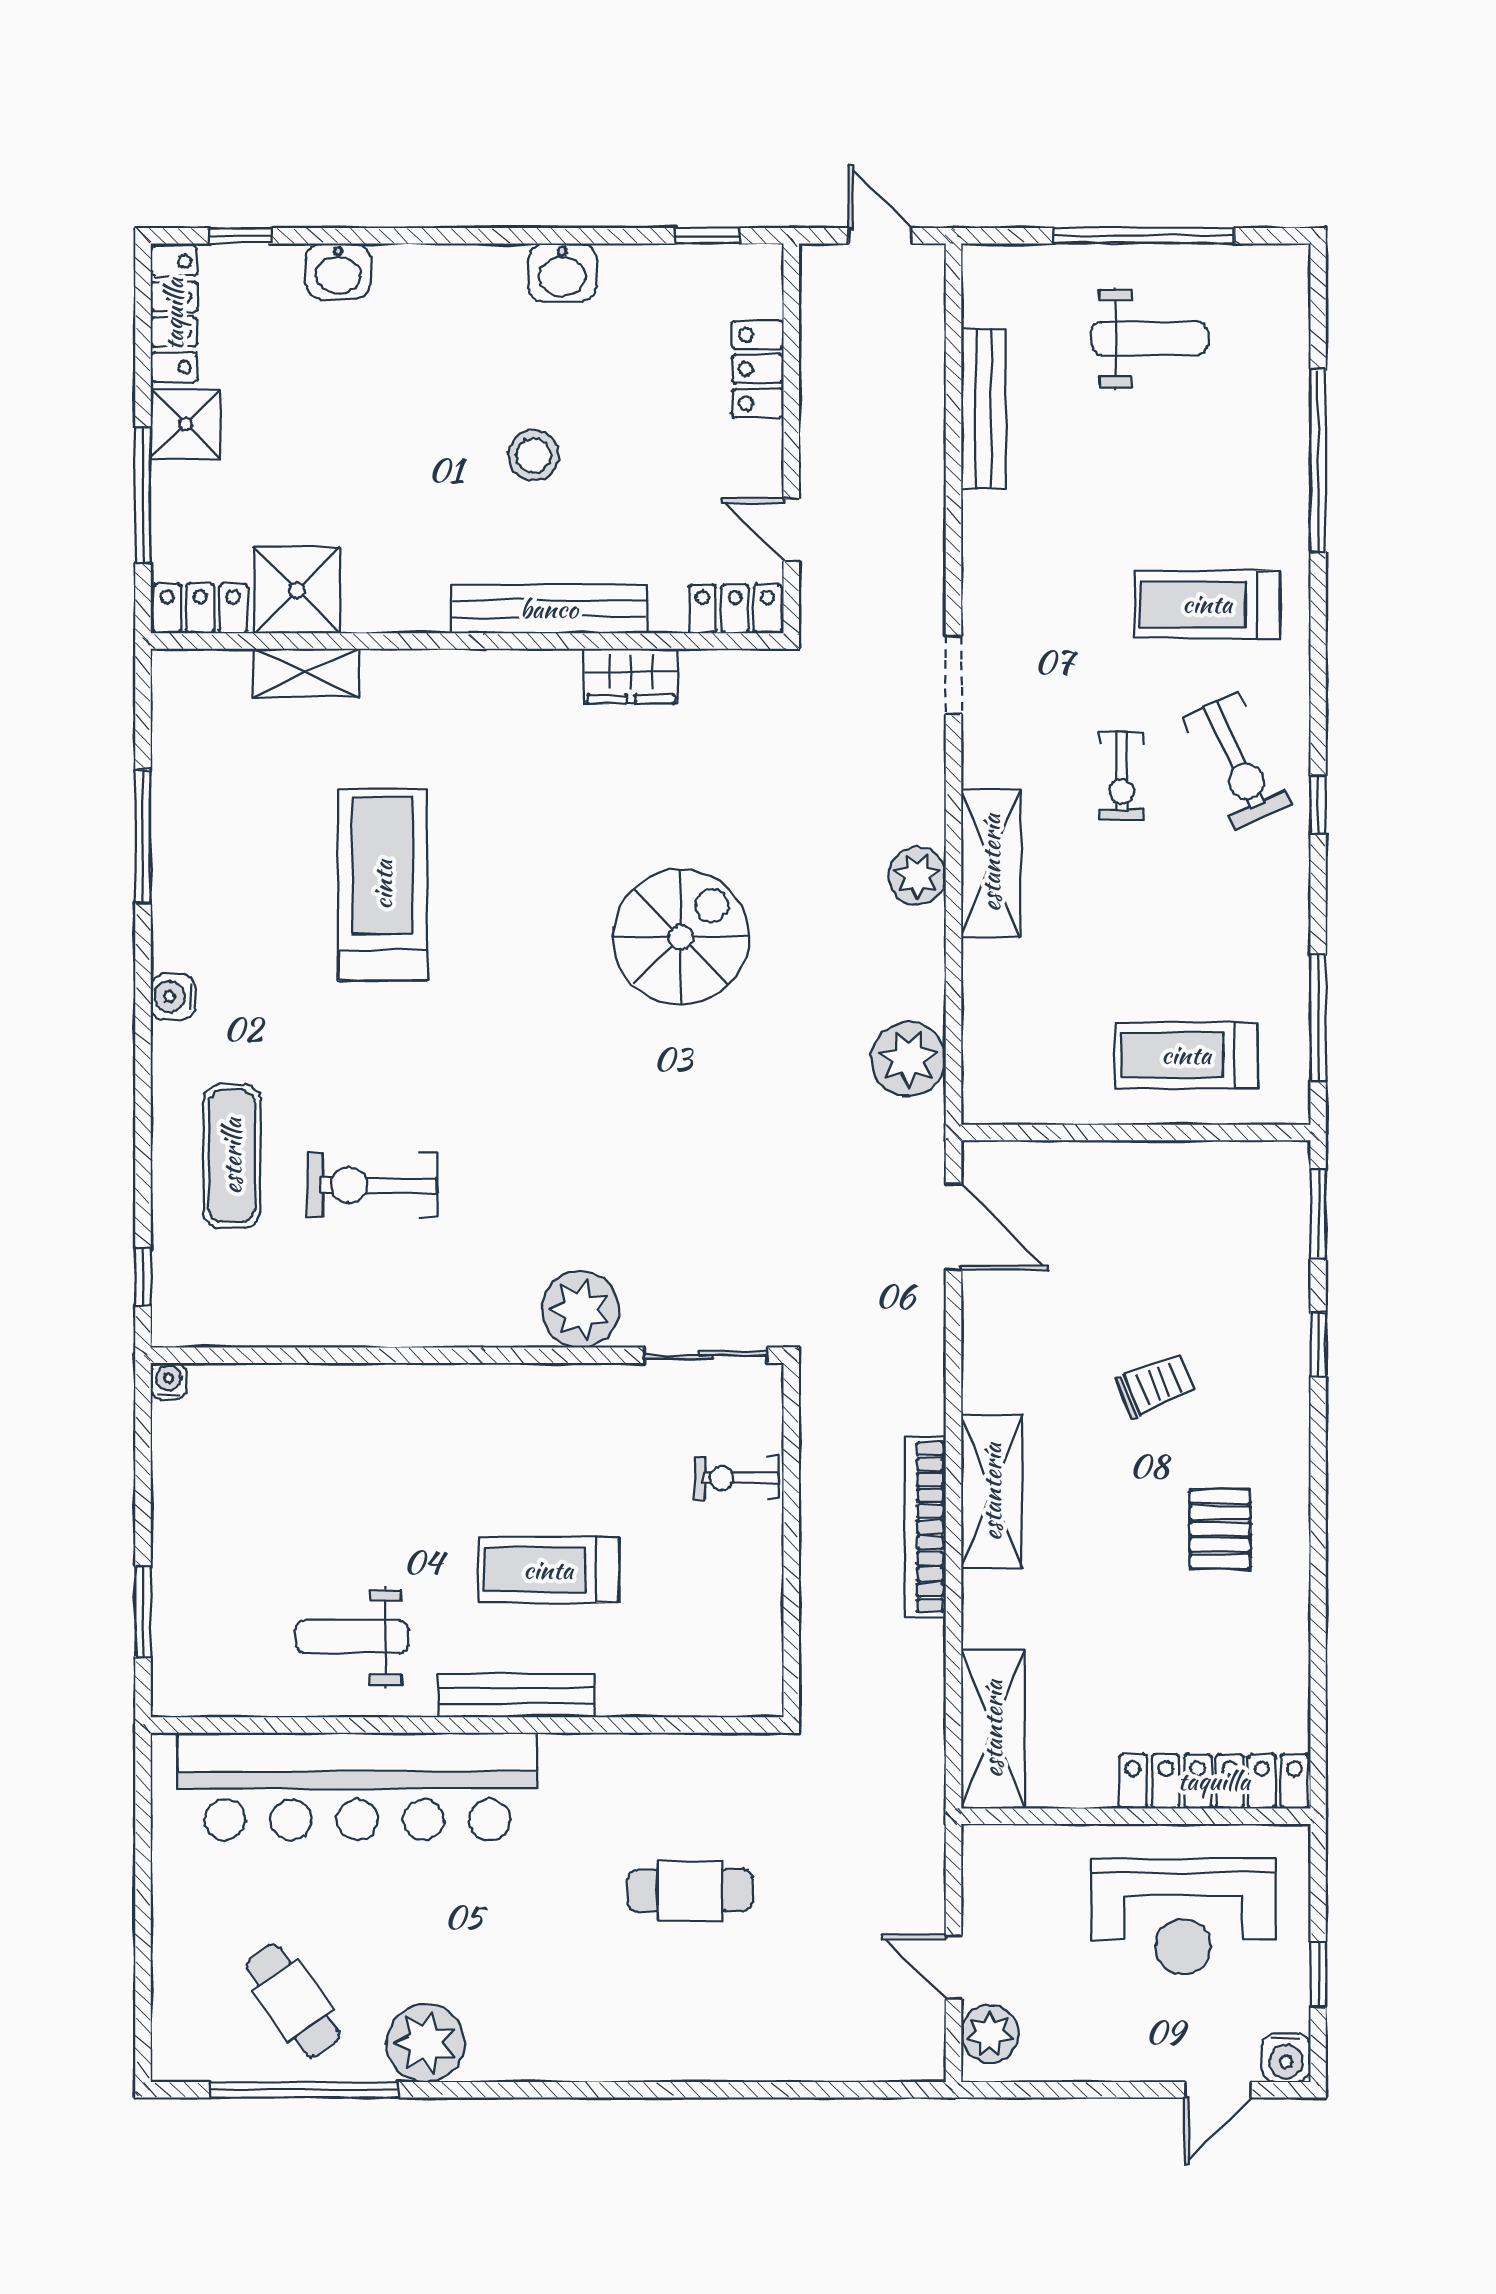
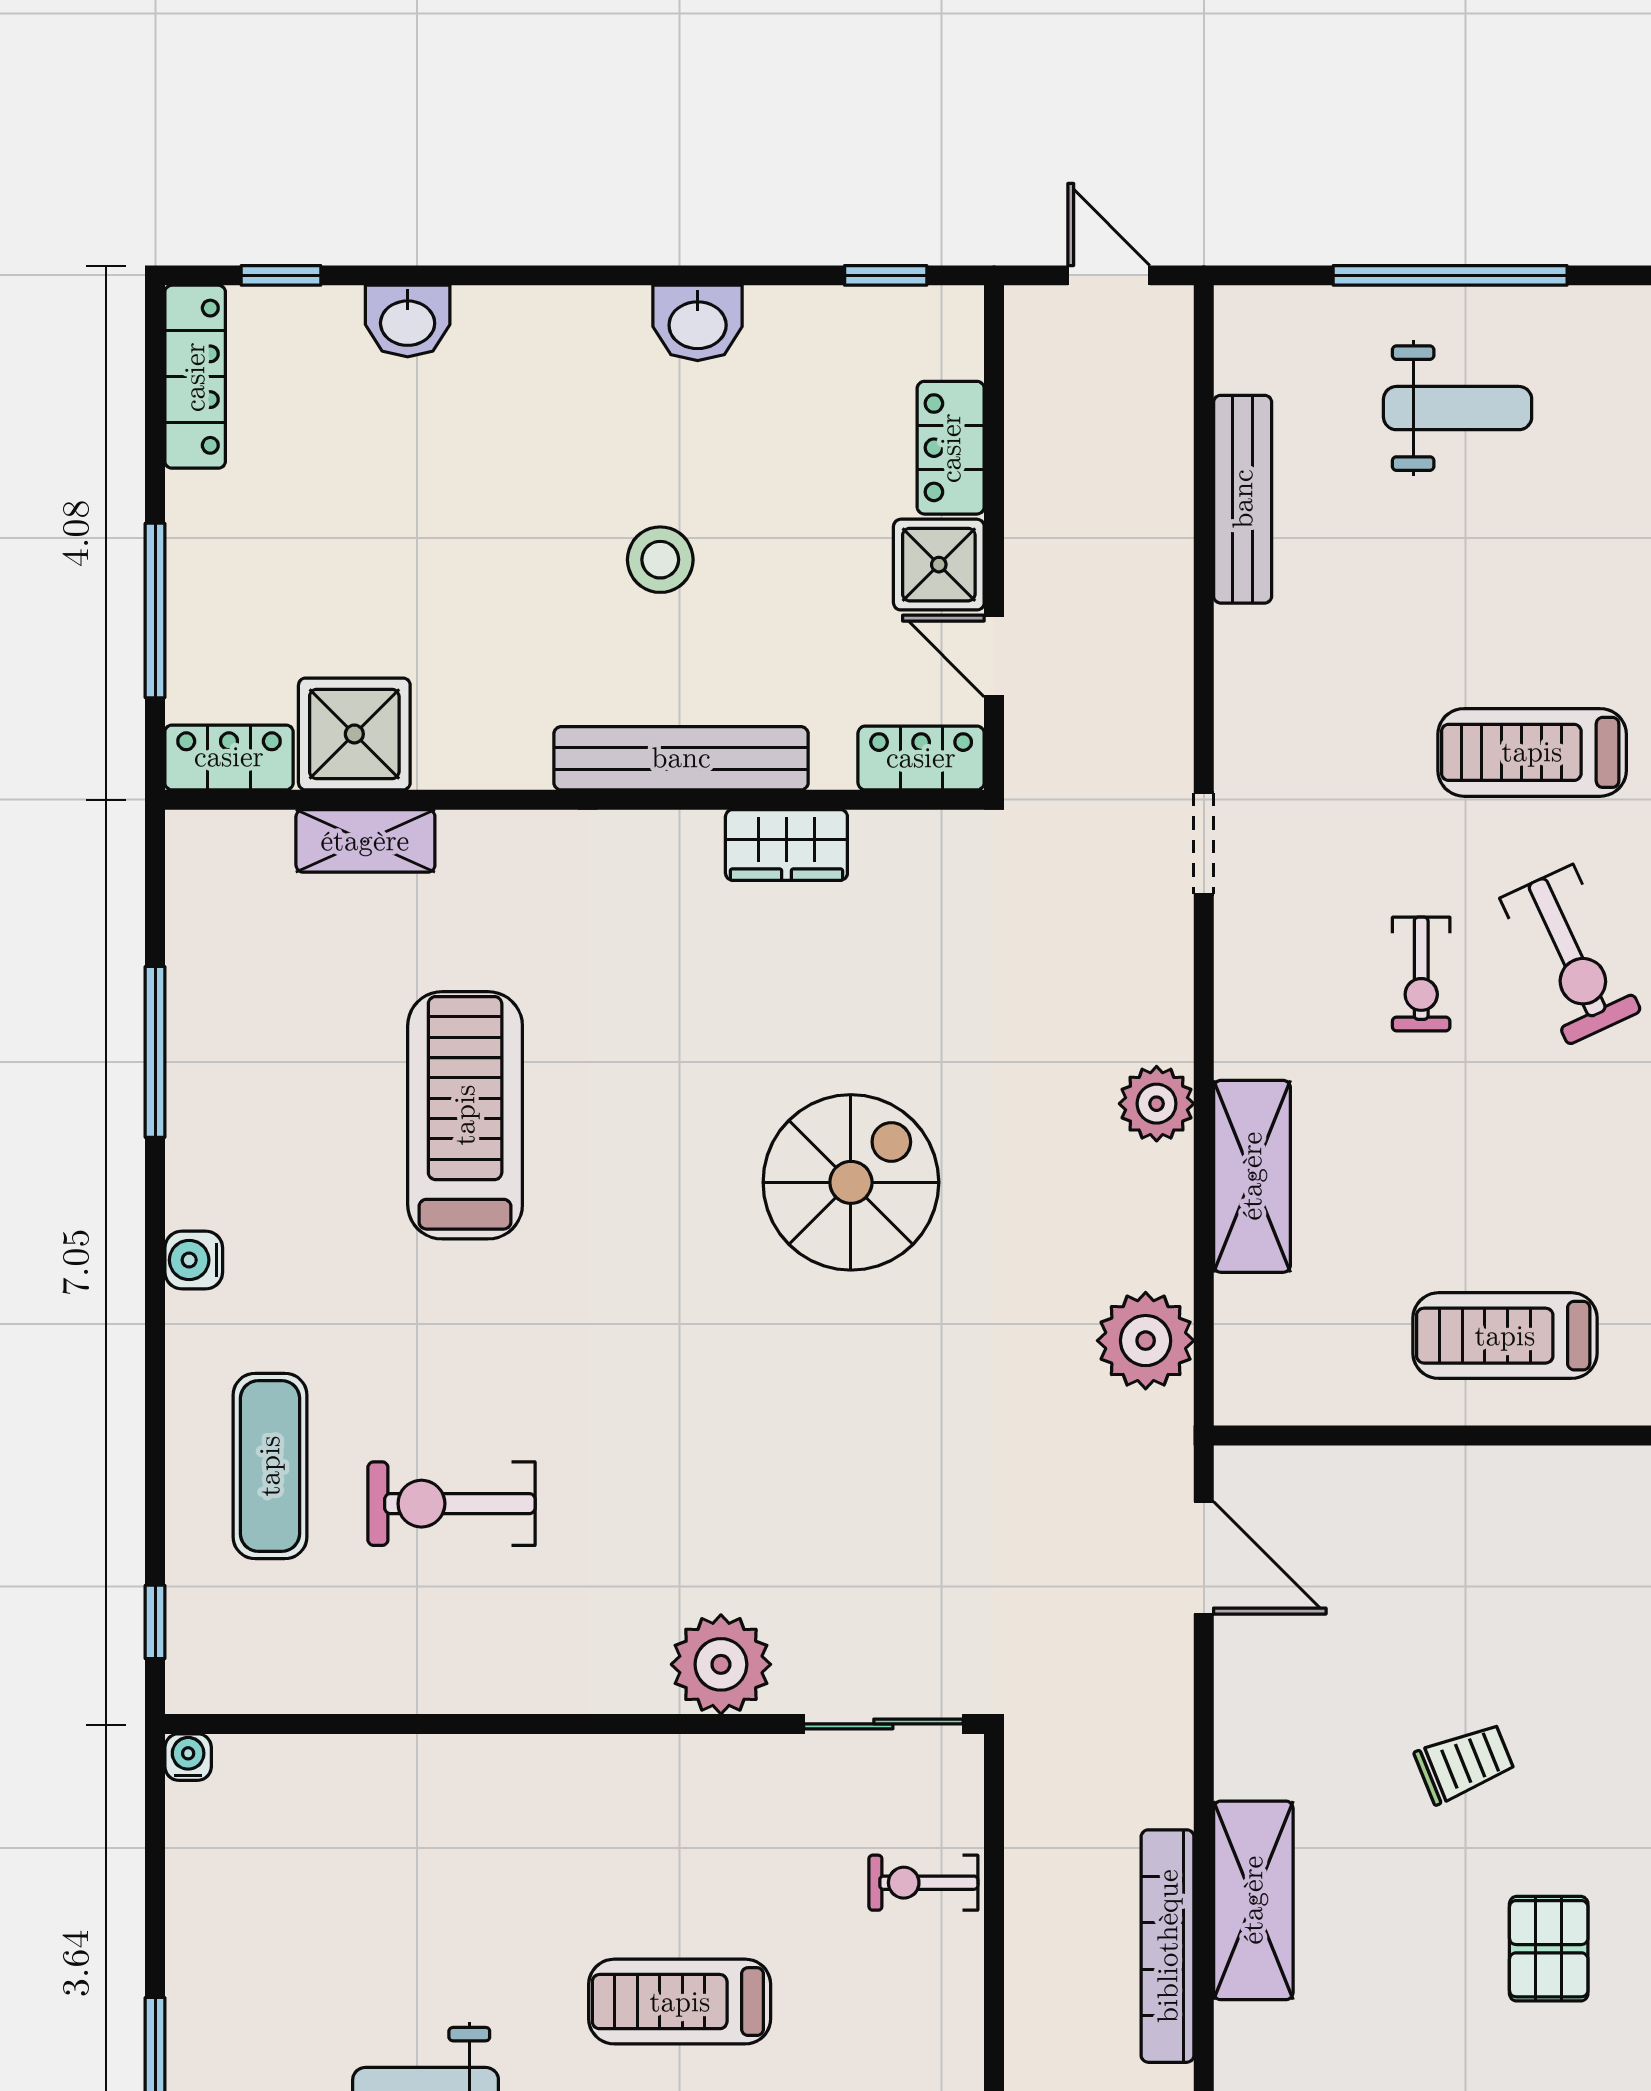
shower: (186, 424) -> (939, 565), moved
shelving: (991, 863) -> (1252, 1176), moved

